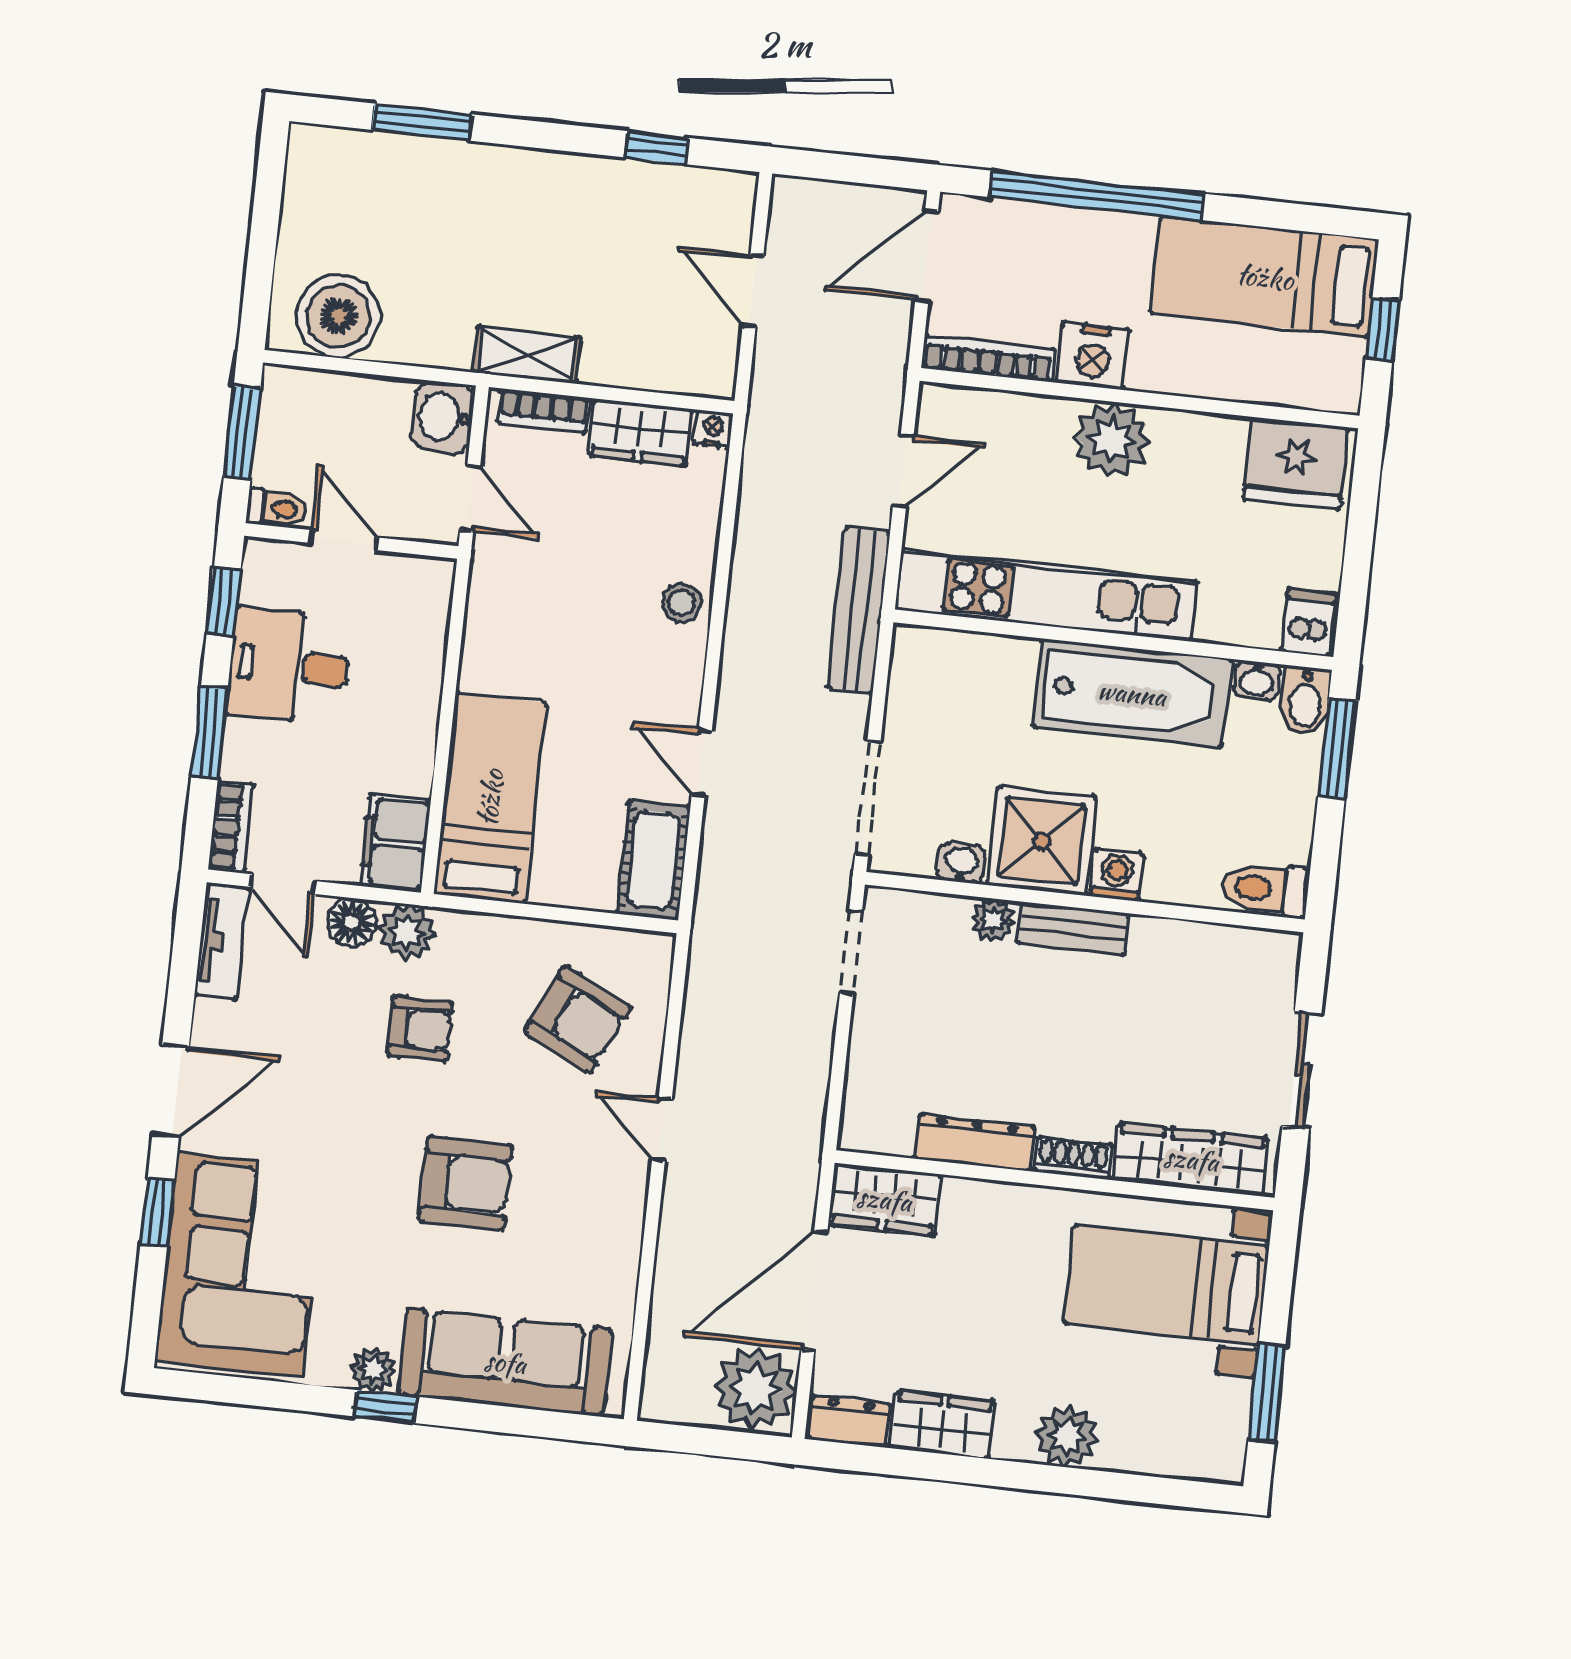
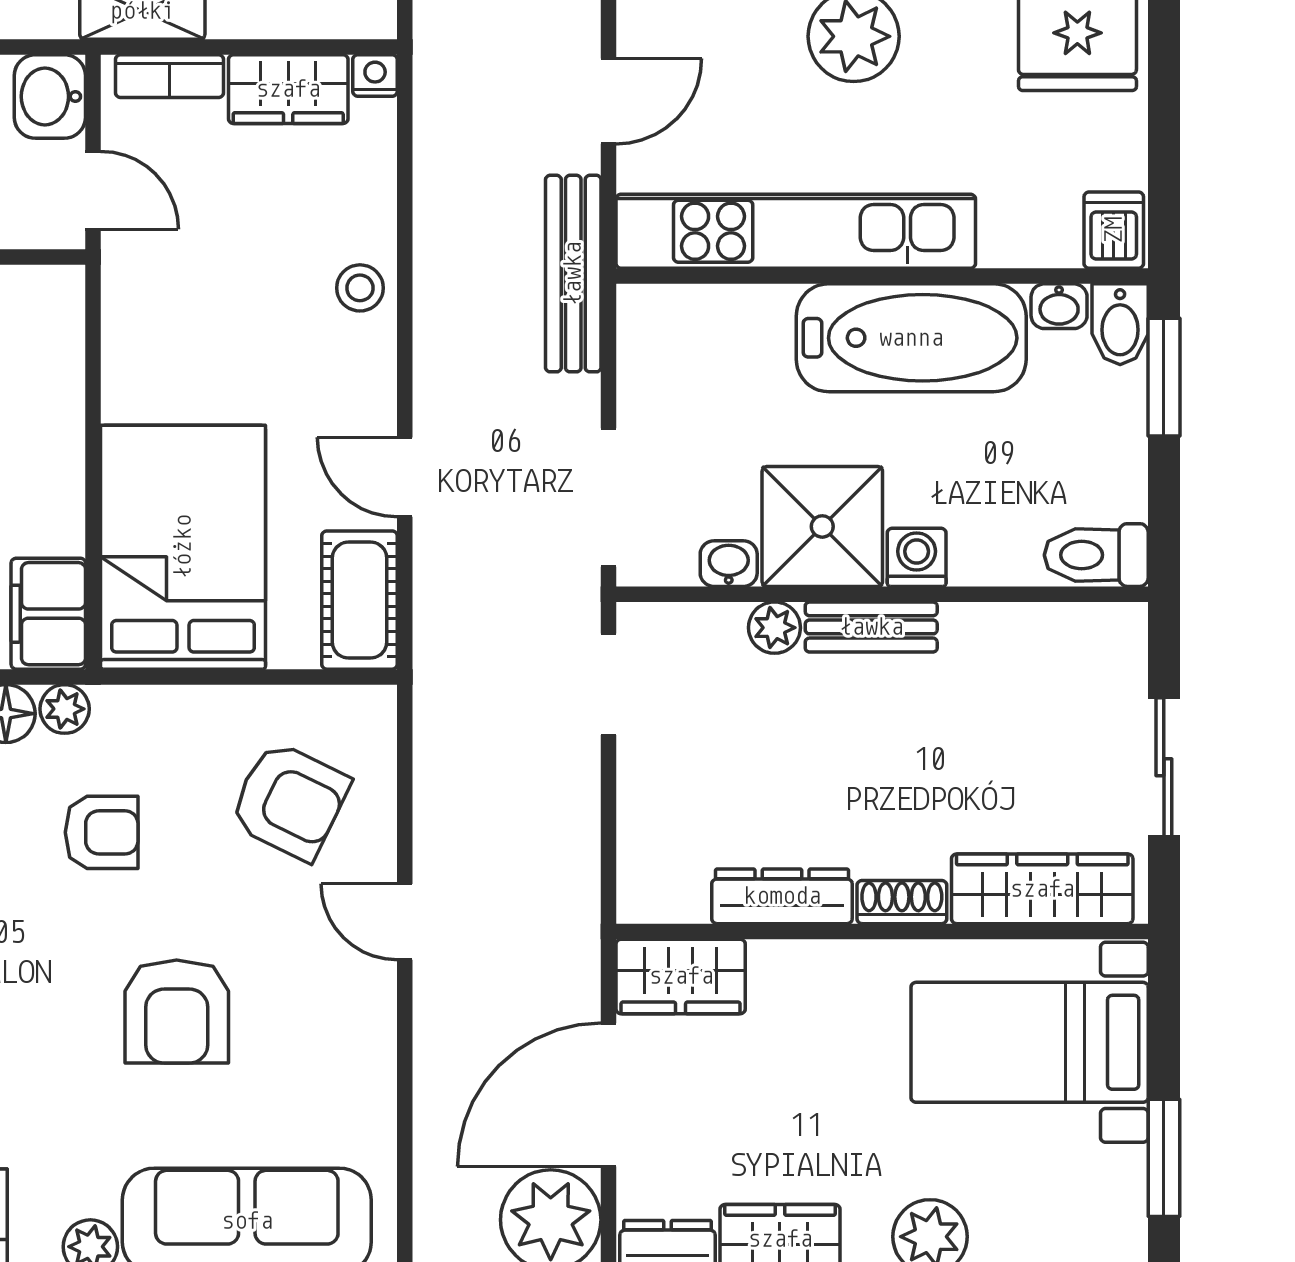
bed: (490, 798) -> (183, 547), width x1.50
plant: (407, 932) -> (65, 709), width x0.73, depth x0.73
armchair: (466, 1183) -> (177, 1012), turned 90

